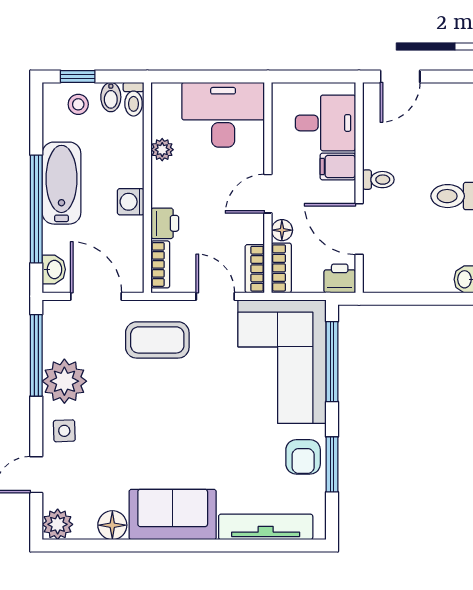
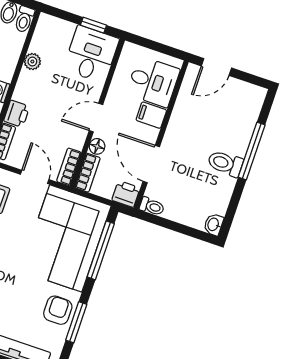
window: (225, 76) -> (94, 25), added
desk: (223, 115) -> (91, 54), width x0.73
toilet: (378, 180) -> (152, 206), moved
armchair: (303, 457) -> (58, 310), turned 180

